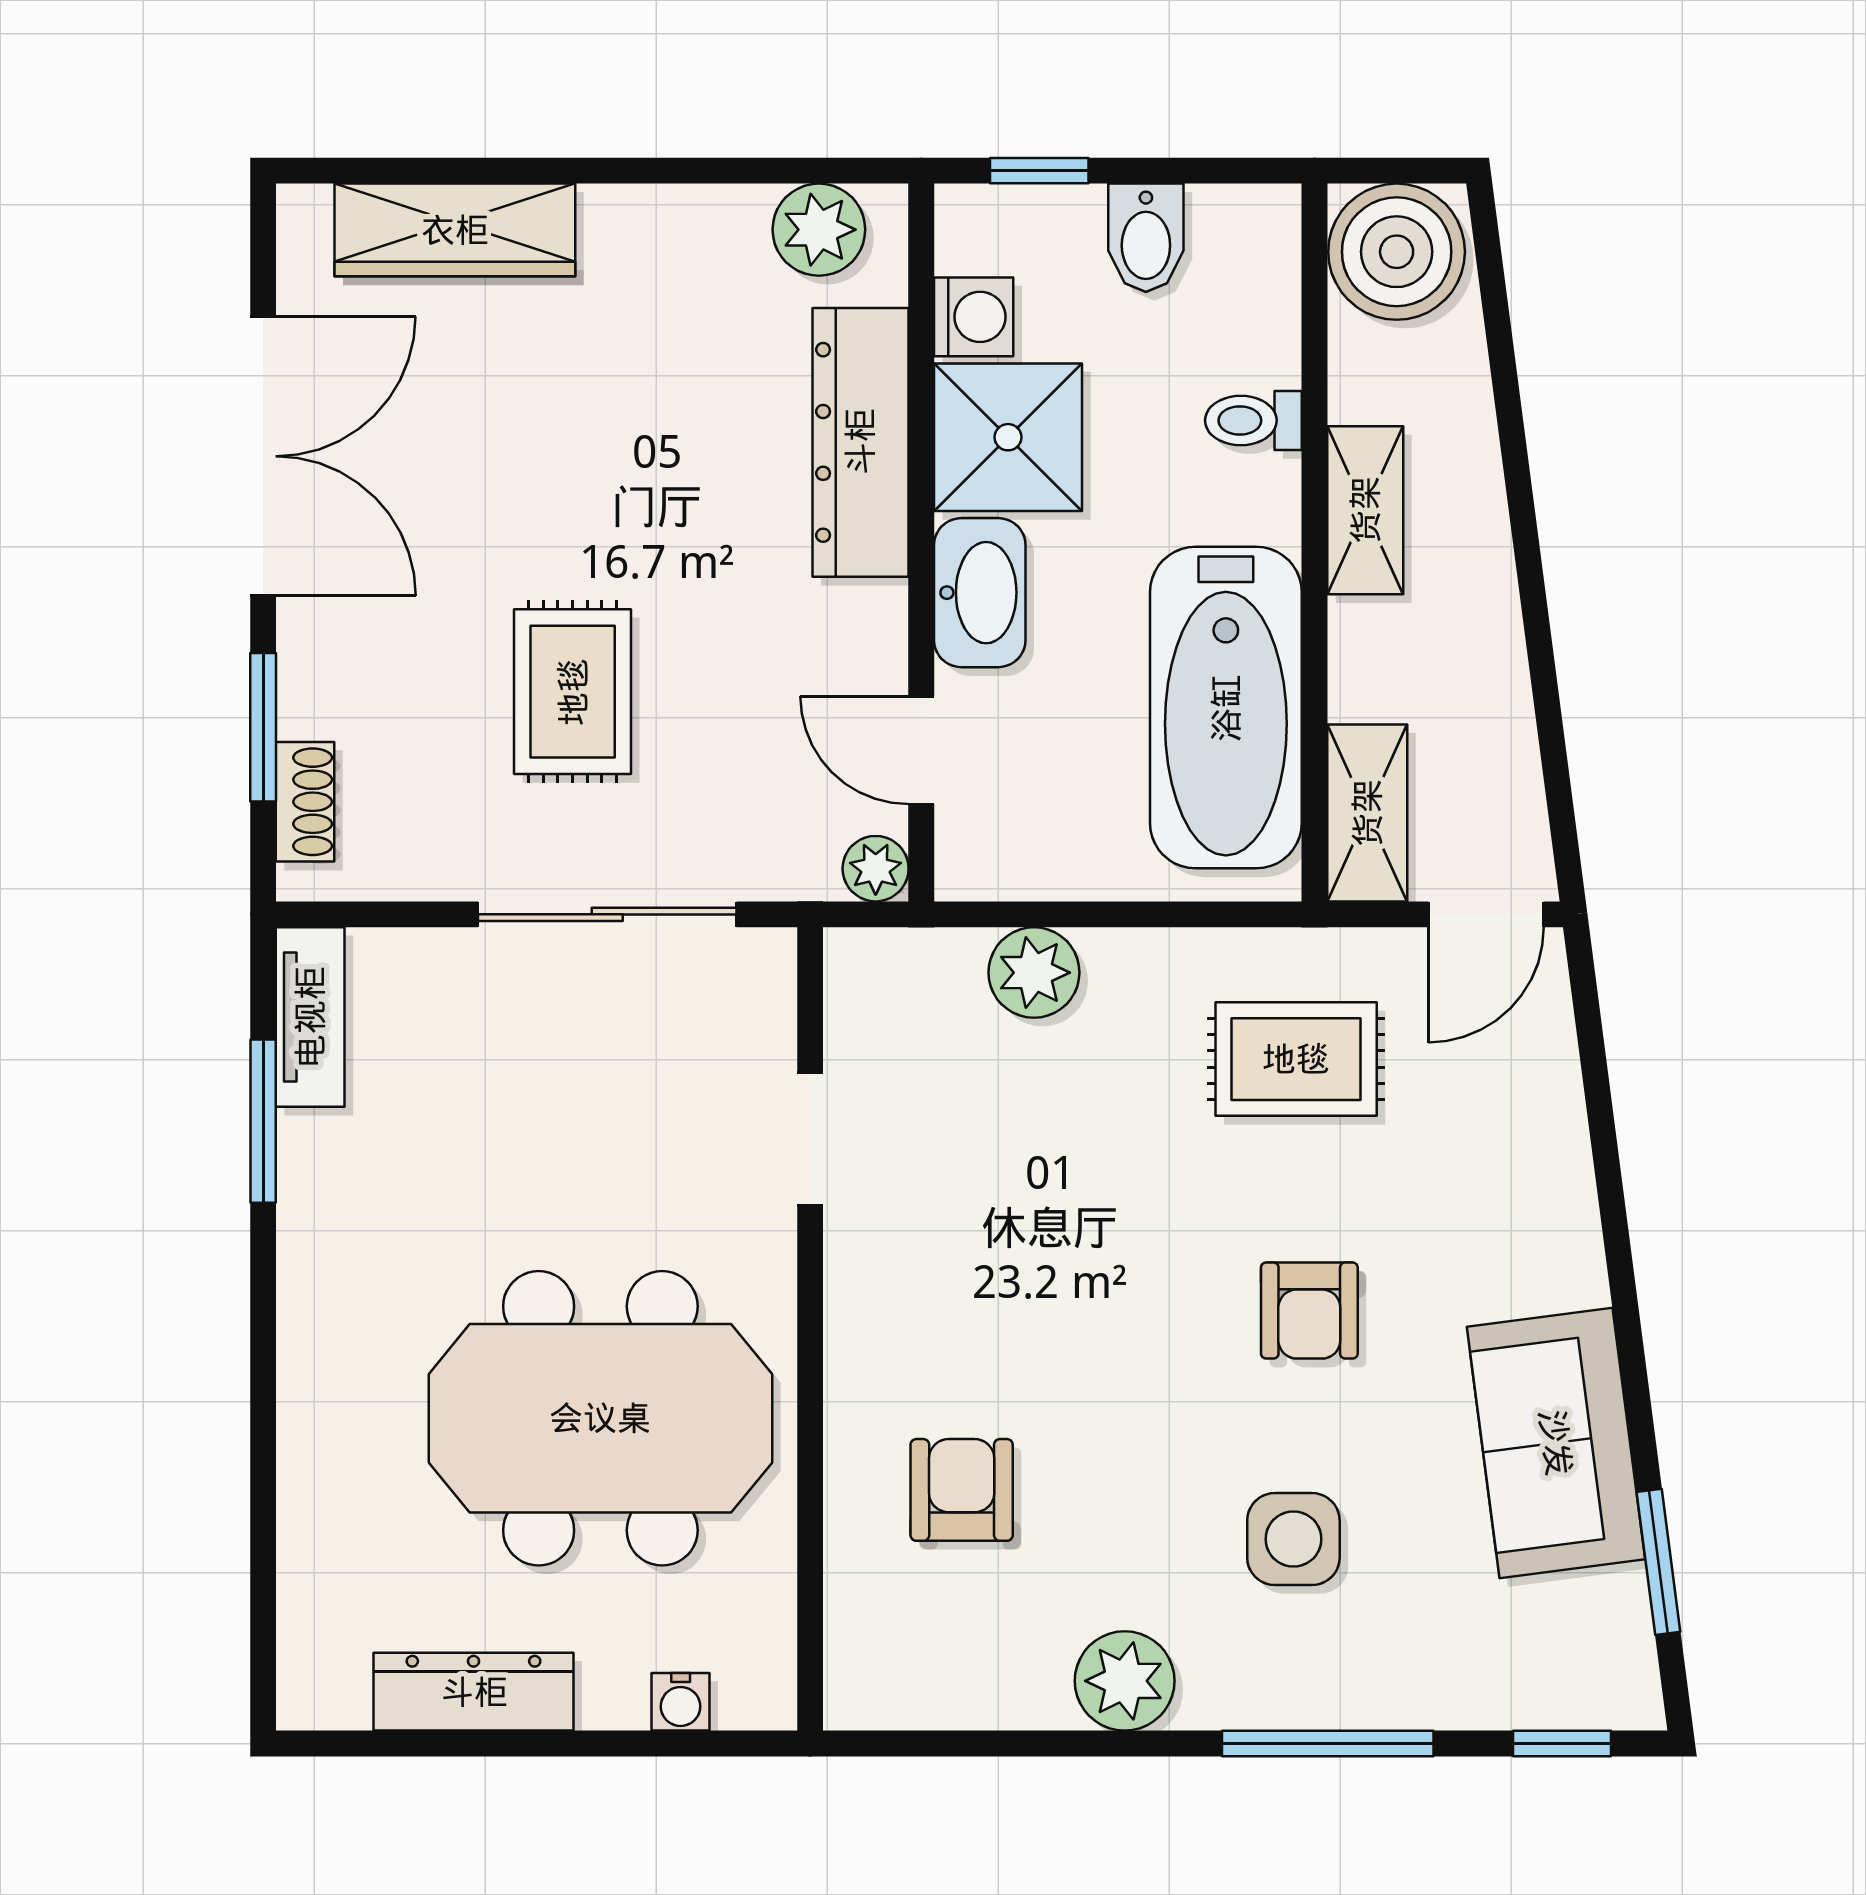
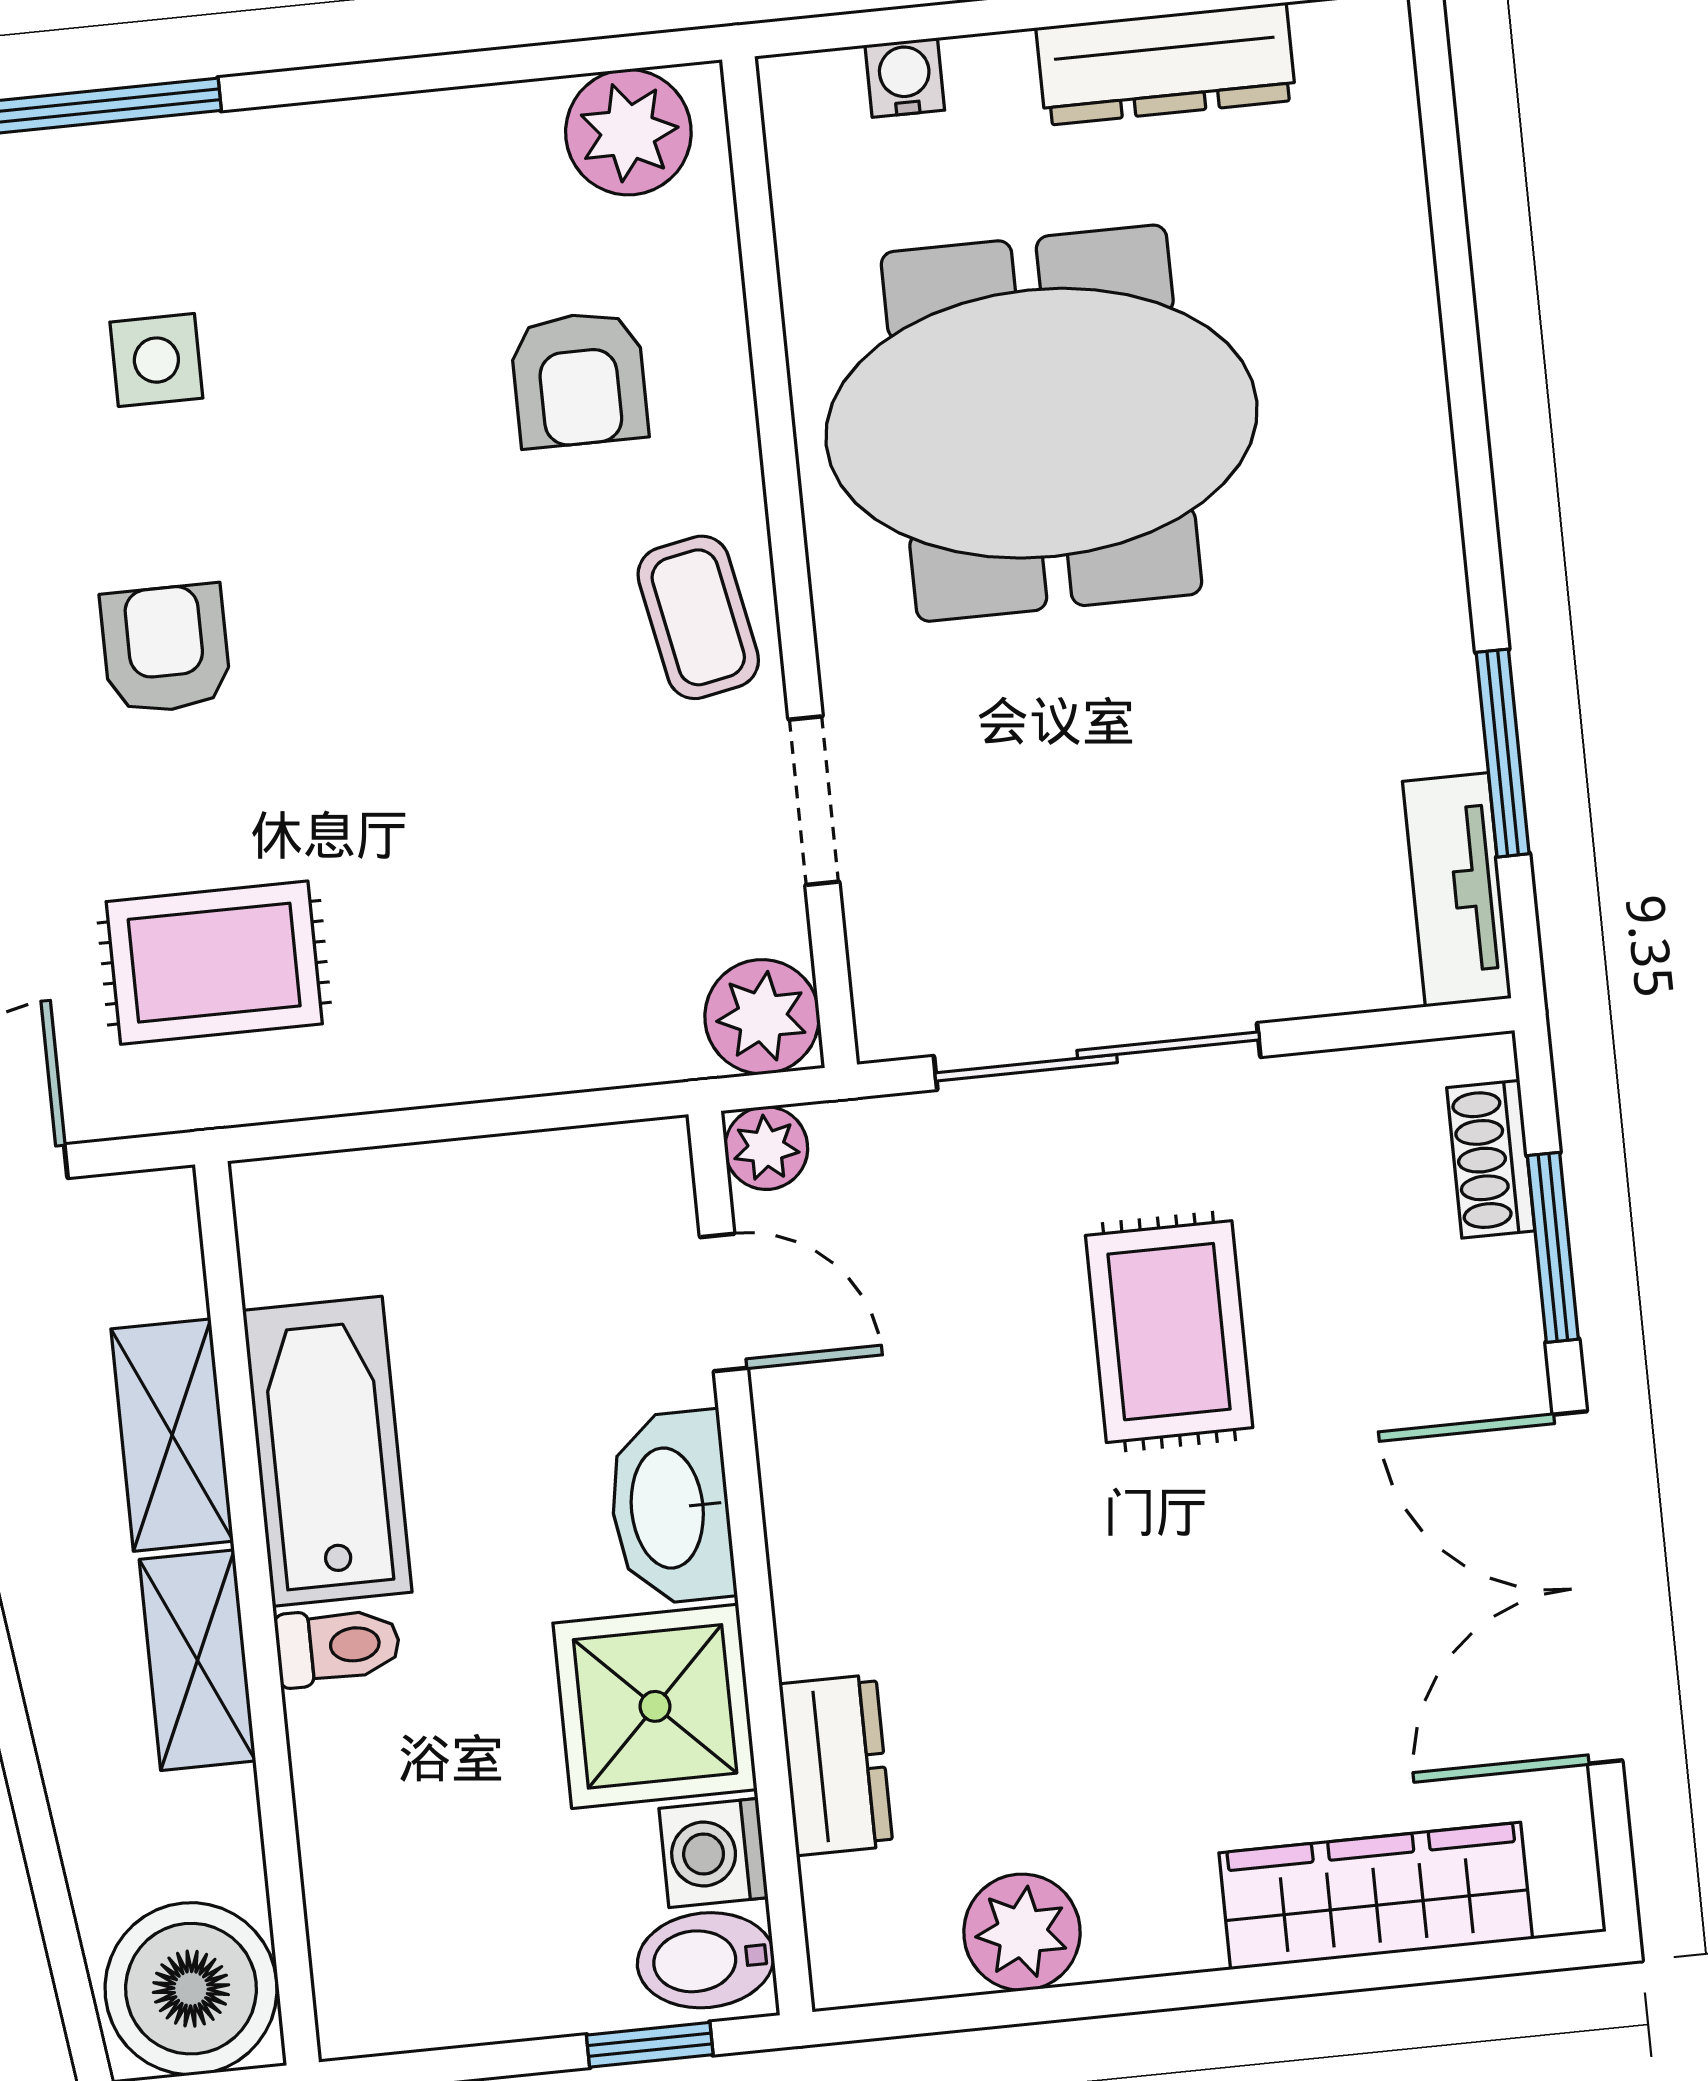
plant: (819, 230) -> (1022, 1932), moved
bidet: (1146, 238) -> (706, 1960), moved, turned -90
toilet: (1253, 420) -> (338, 1646), moved
dresser: (860, 442) -> (836, 1765), width x0.51, depth x0.80
bathtub: (1226, 708) -> (327, 1451), width x0.73, depth x0.73
shelving: (1367, 813) -> (172, 1435), moved
plant: (1034, 973) -> (762, 1017), moved
coffee table: (887, 1293) -> (698, 617), added
side table: (1293, 1539) -> (156, 360), width x0.73, depth x0.73
plant: (1125, 1681) -> (628, 132), moved

